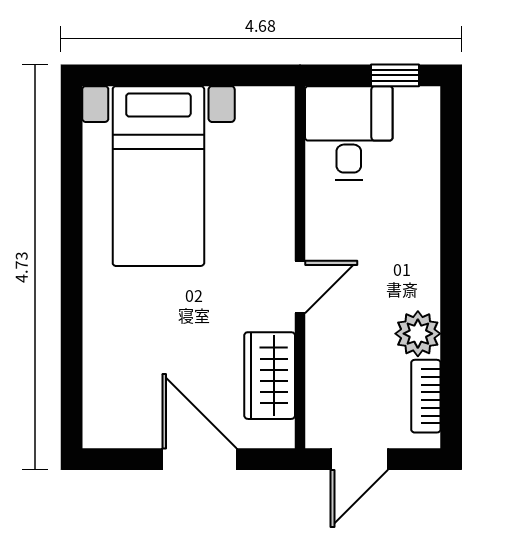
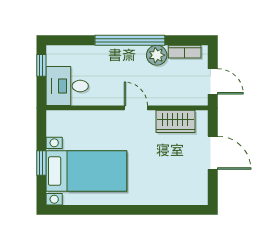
window: (176, 75) -> (41, 163), added
window: (451, 274) -> (130, 40), added
door: (199, 459) -> (213, 153), swing flipped

